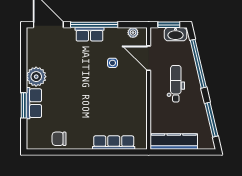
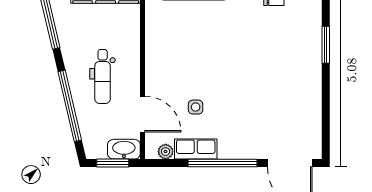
row of seats: (89, 34) -> (196, 149), moved
washbasin: (175, 34) -> (124, 149), moved
plant: (36, 77) -> (307, 87), removed
row of seats: (34, 103) -> (311, 48), removed

